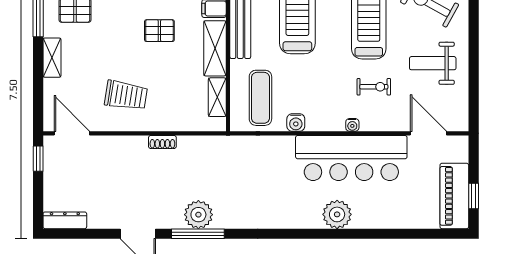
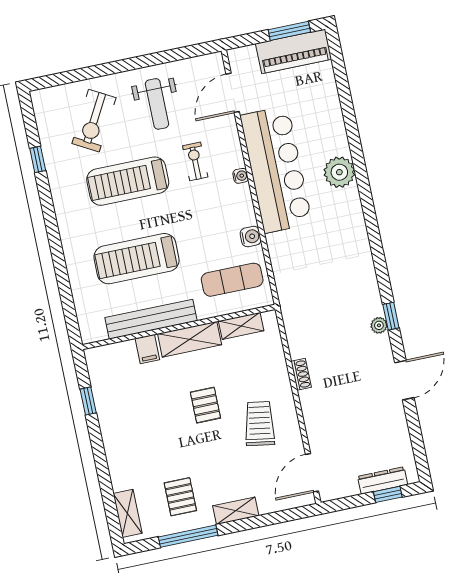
pallet: (159, 31) -> (205, 405), moved
window: (38, 159) -> (388, 494), moved
window: (474, 196) -> (289, 31), width x1.50
plant: (198, 215) -> (379, 325), width x0.53, depth x0.53
dresser: (65, 220) -> (383, 481), moved, turned 90
window: (198, 234) -> (391, 316), width x0.46

